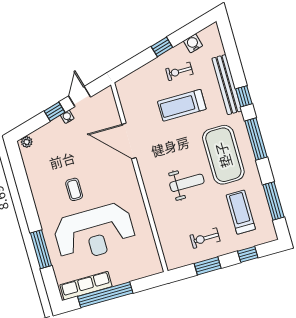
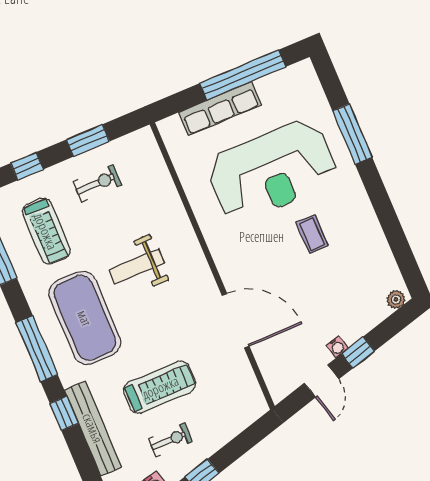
reception desk: (94, 232) -> (272, 171), turned 180
row of seats: (86, 286) -> (220, 109), moved

